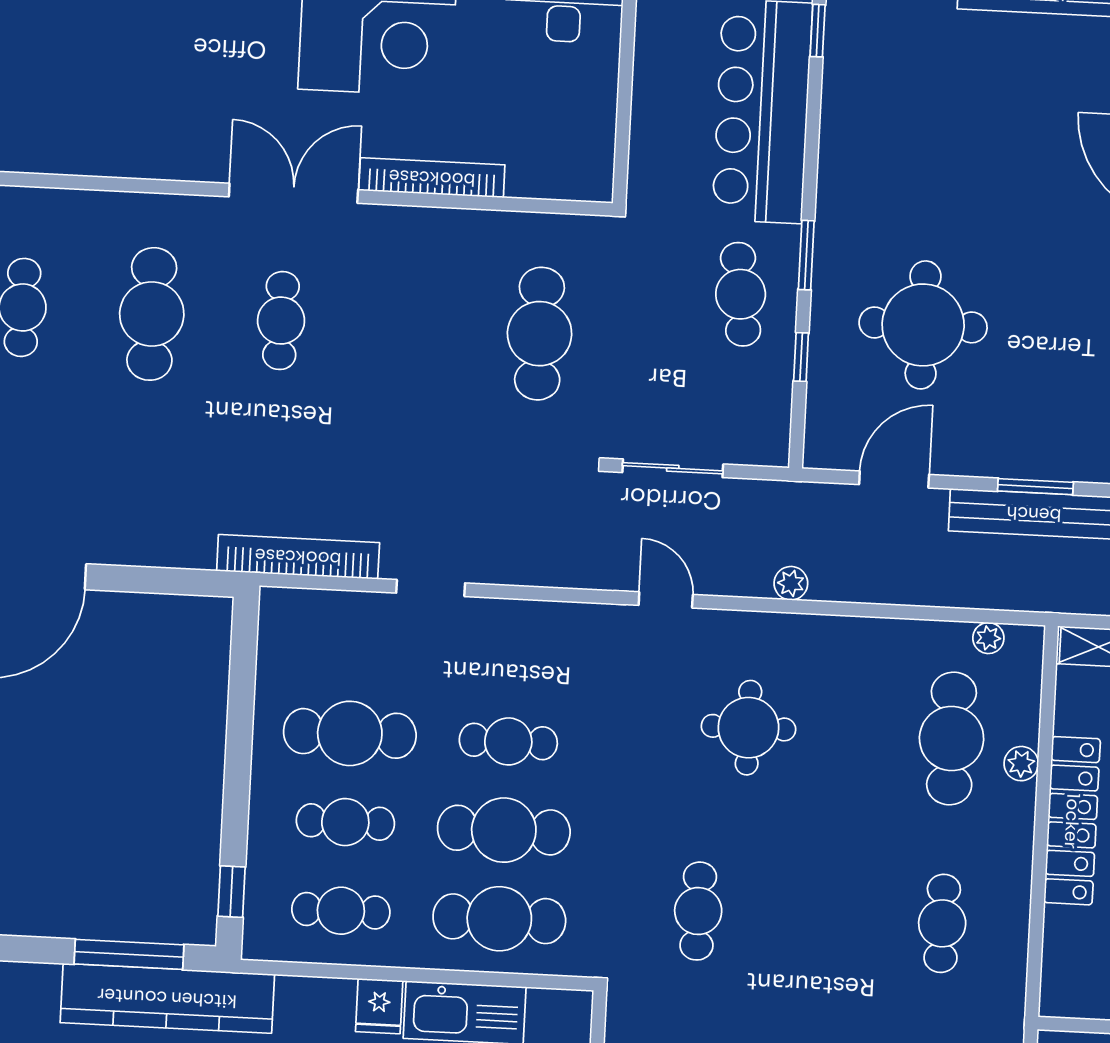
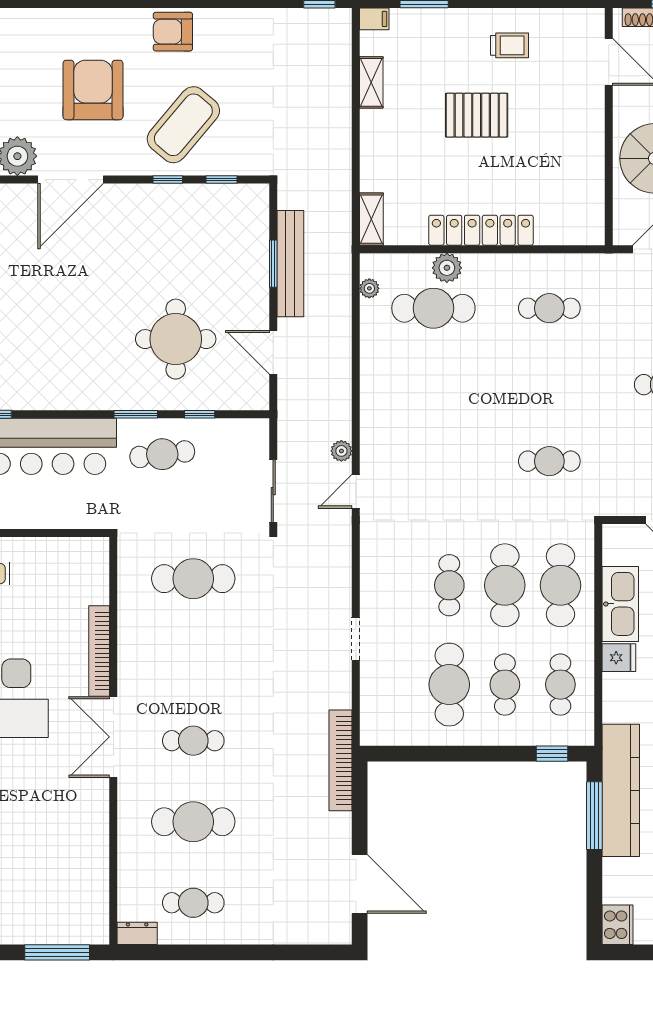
bookcase: (298, 557) -> (340, 760), moved
plant: (791, 583) -> (341, 451), moved
round table: (748, 728) -> (433, 436), removed
plant: (1021, 764) -> (447, 268), width x1.38, depth x1.38

